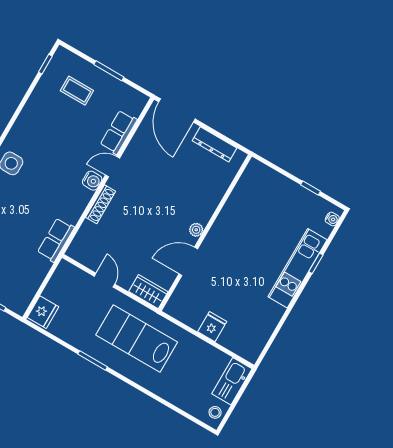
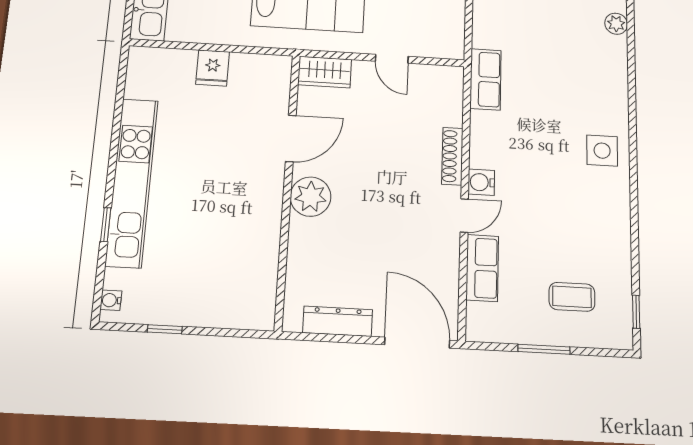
plant: (196, 230) -> (311, 197), width x1.87, depth x1.87
kitchen unit: (297, 268) -> (132, 182), width x1.36

